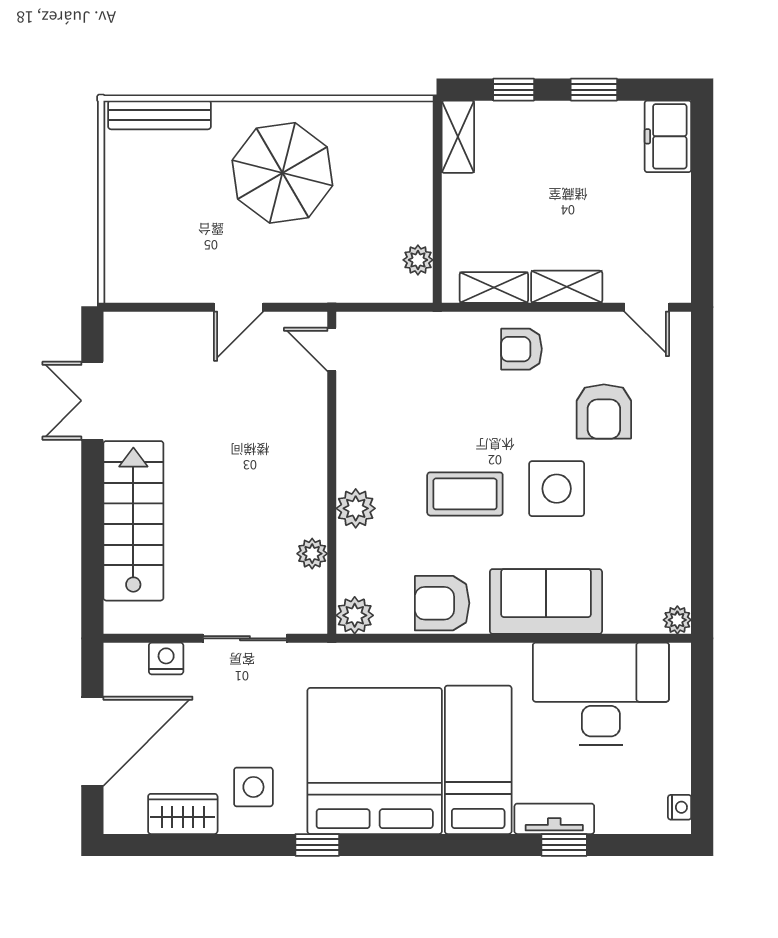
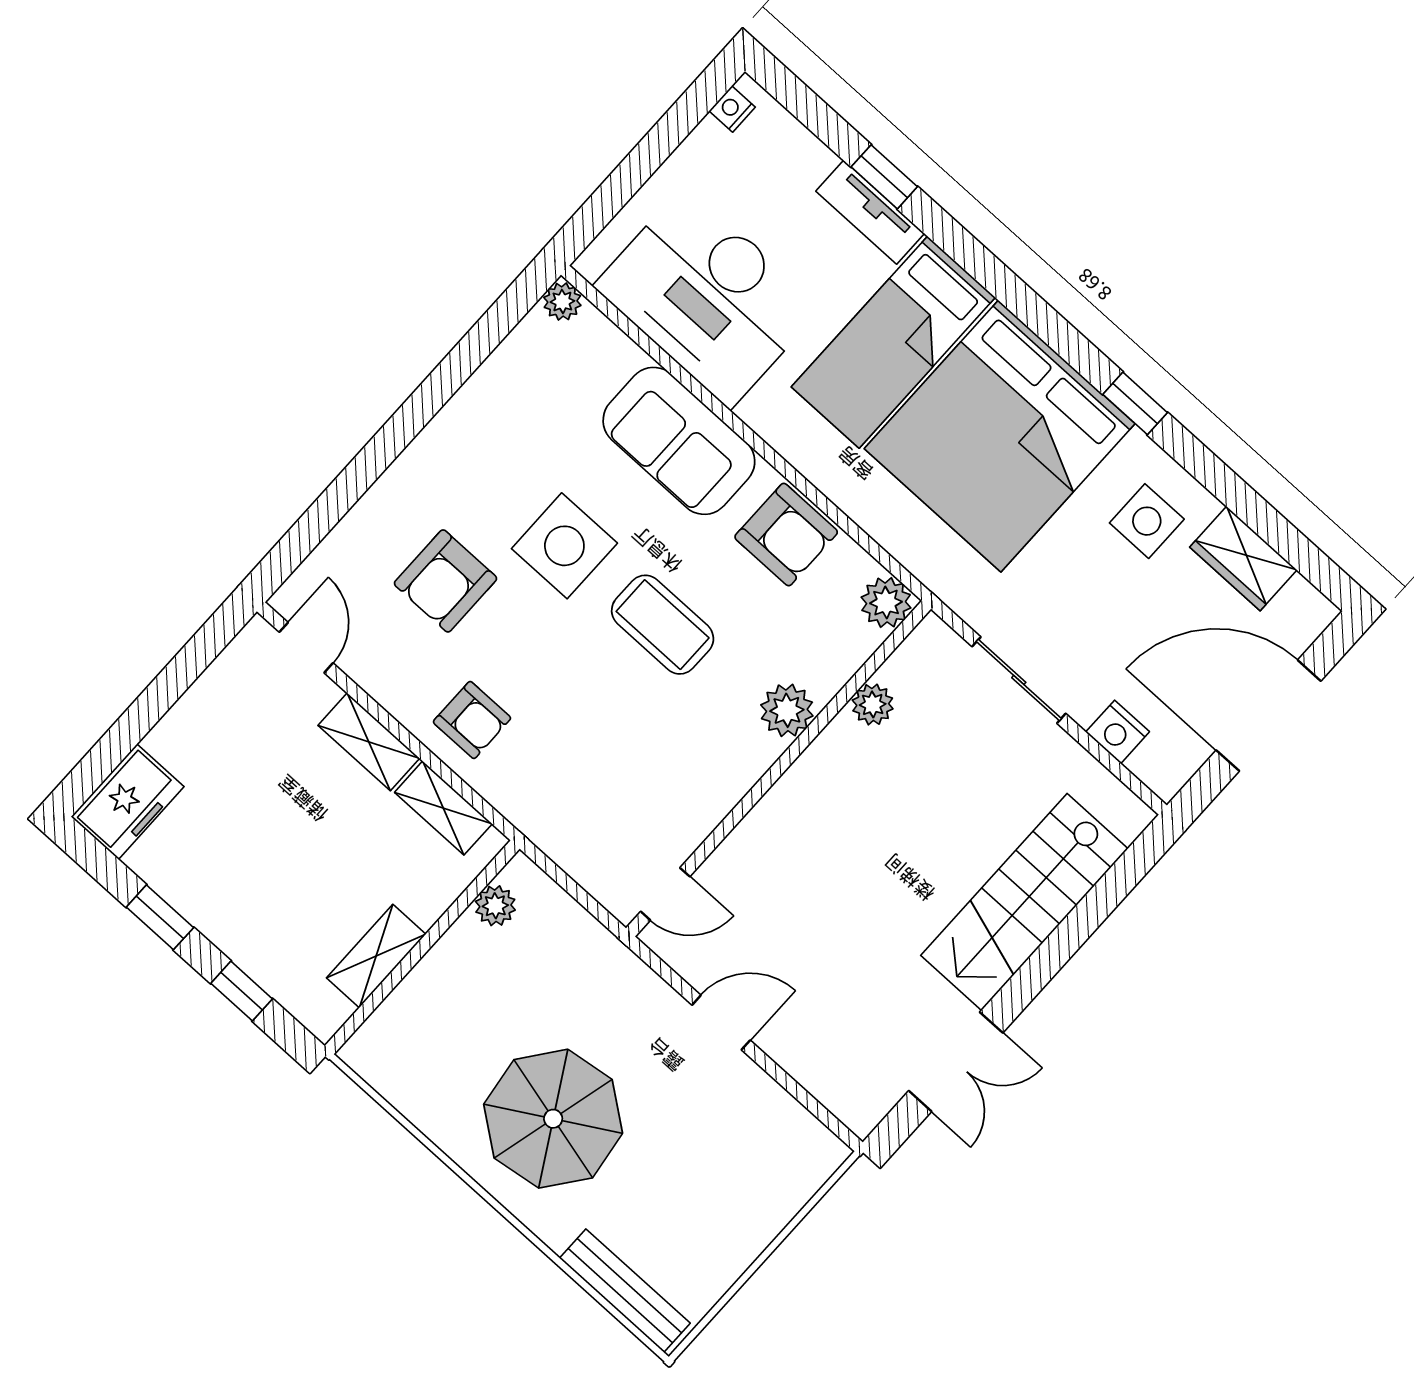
shelving: (458, 137) -> (376, 956), moved
door: (332, 349) -> (665, 894), hinge flipped
armchair: (604, 411) -> (445, 581), turned 180

